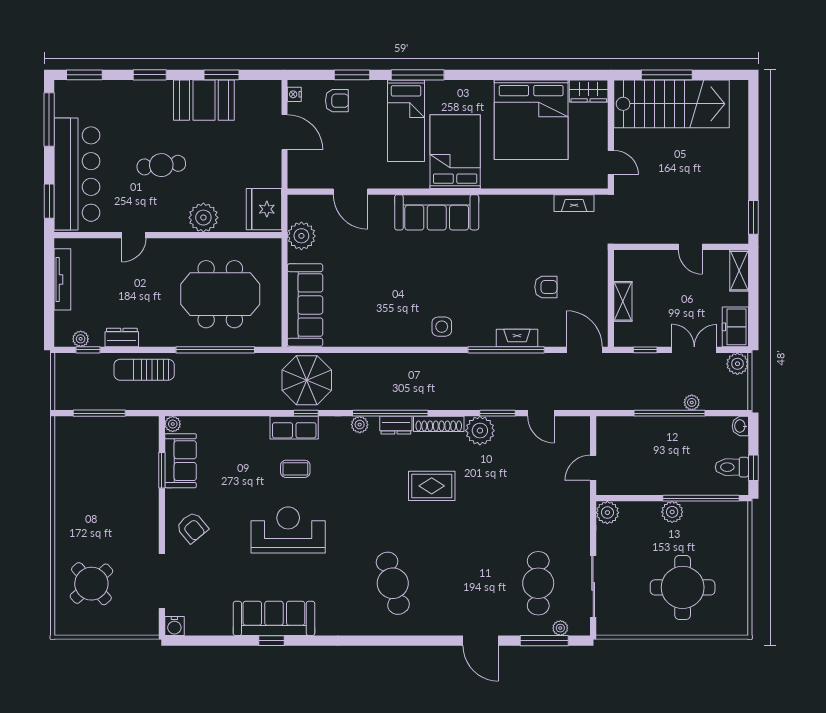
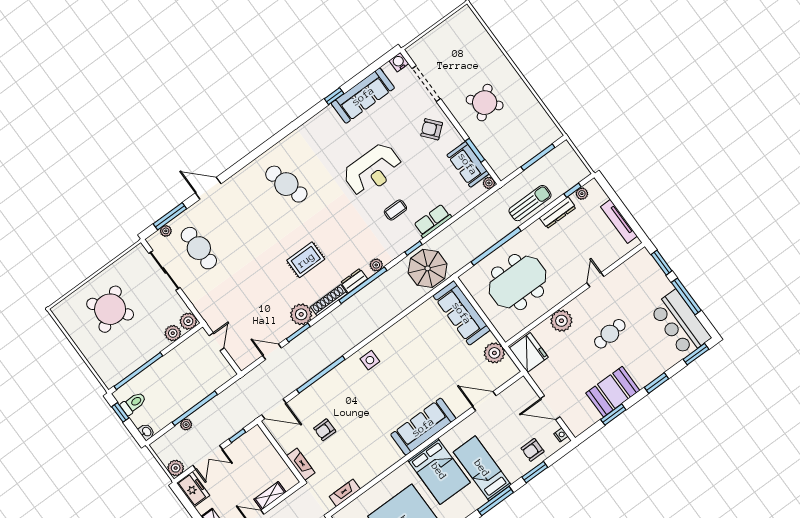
window: (49, 120) -> (686, 296), moved
bar counter: (77, 174) -> (680, 323), moved, width x0.73
shelving: (623, 301) -> (270, 496), moved, turned 90
dresser: (122, 338) -> (558, 213), width x1.44
fireplace: (517, 338) -> (301, 464), moved, turned -90
row of seats: (294, 428) -> (433, 221), moved
plant: (672, 512) -> (173, 333), moved
round table: (91, 584) -> (485, 103), moved
round table: (683, 587) -> (110, 309), turned -37
sofa: (274, 618) -> (363, 96), moved

